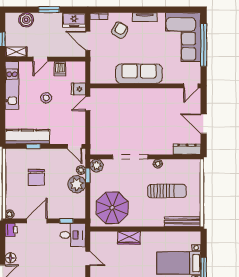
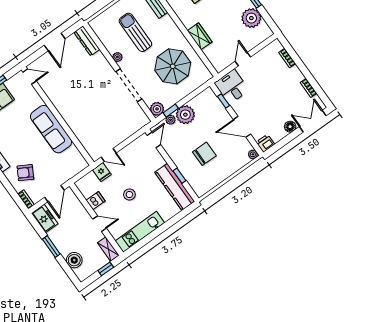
parasol: (112, 208) -> (173, 66), moved

